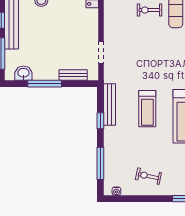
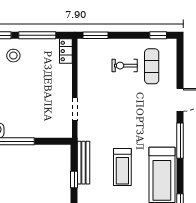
bench: (73, 75) -> (46, 132), removed

